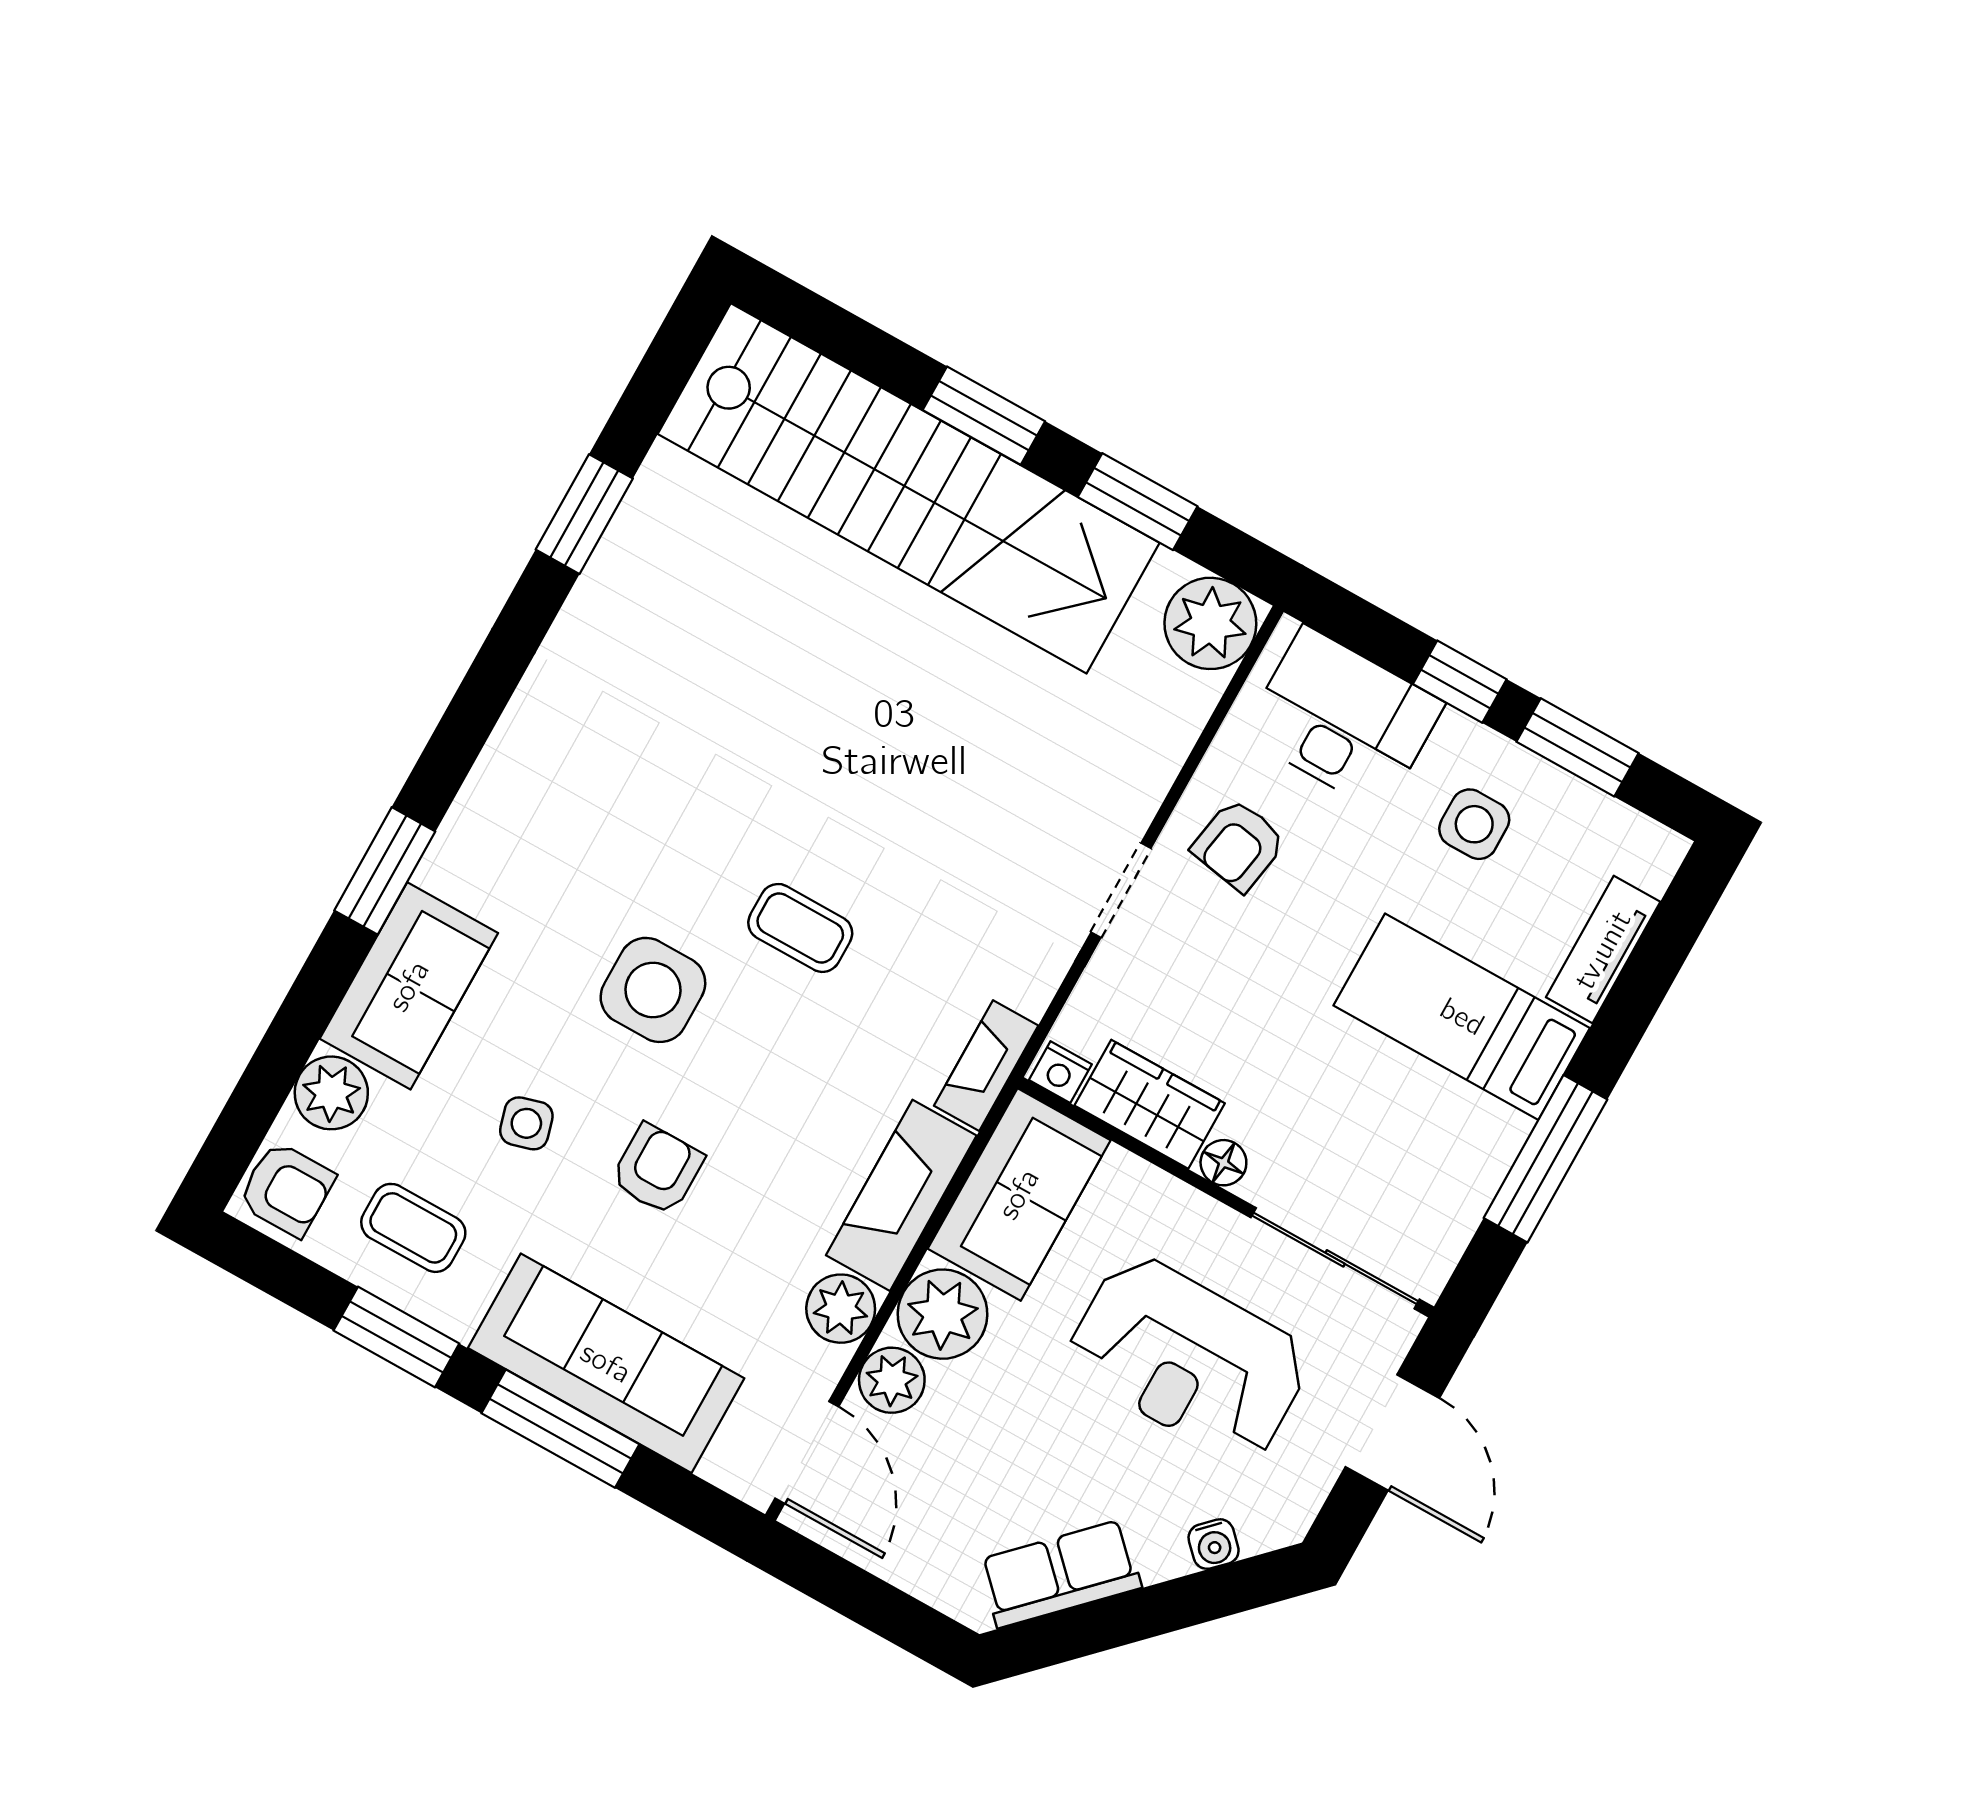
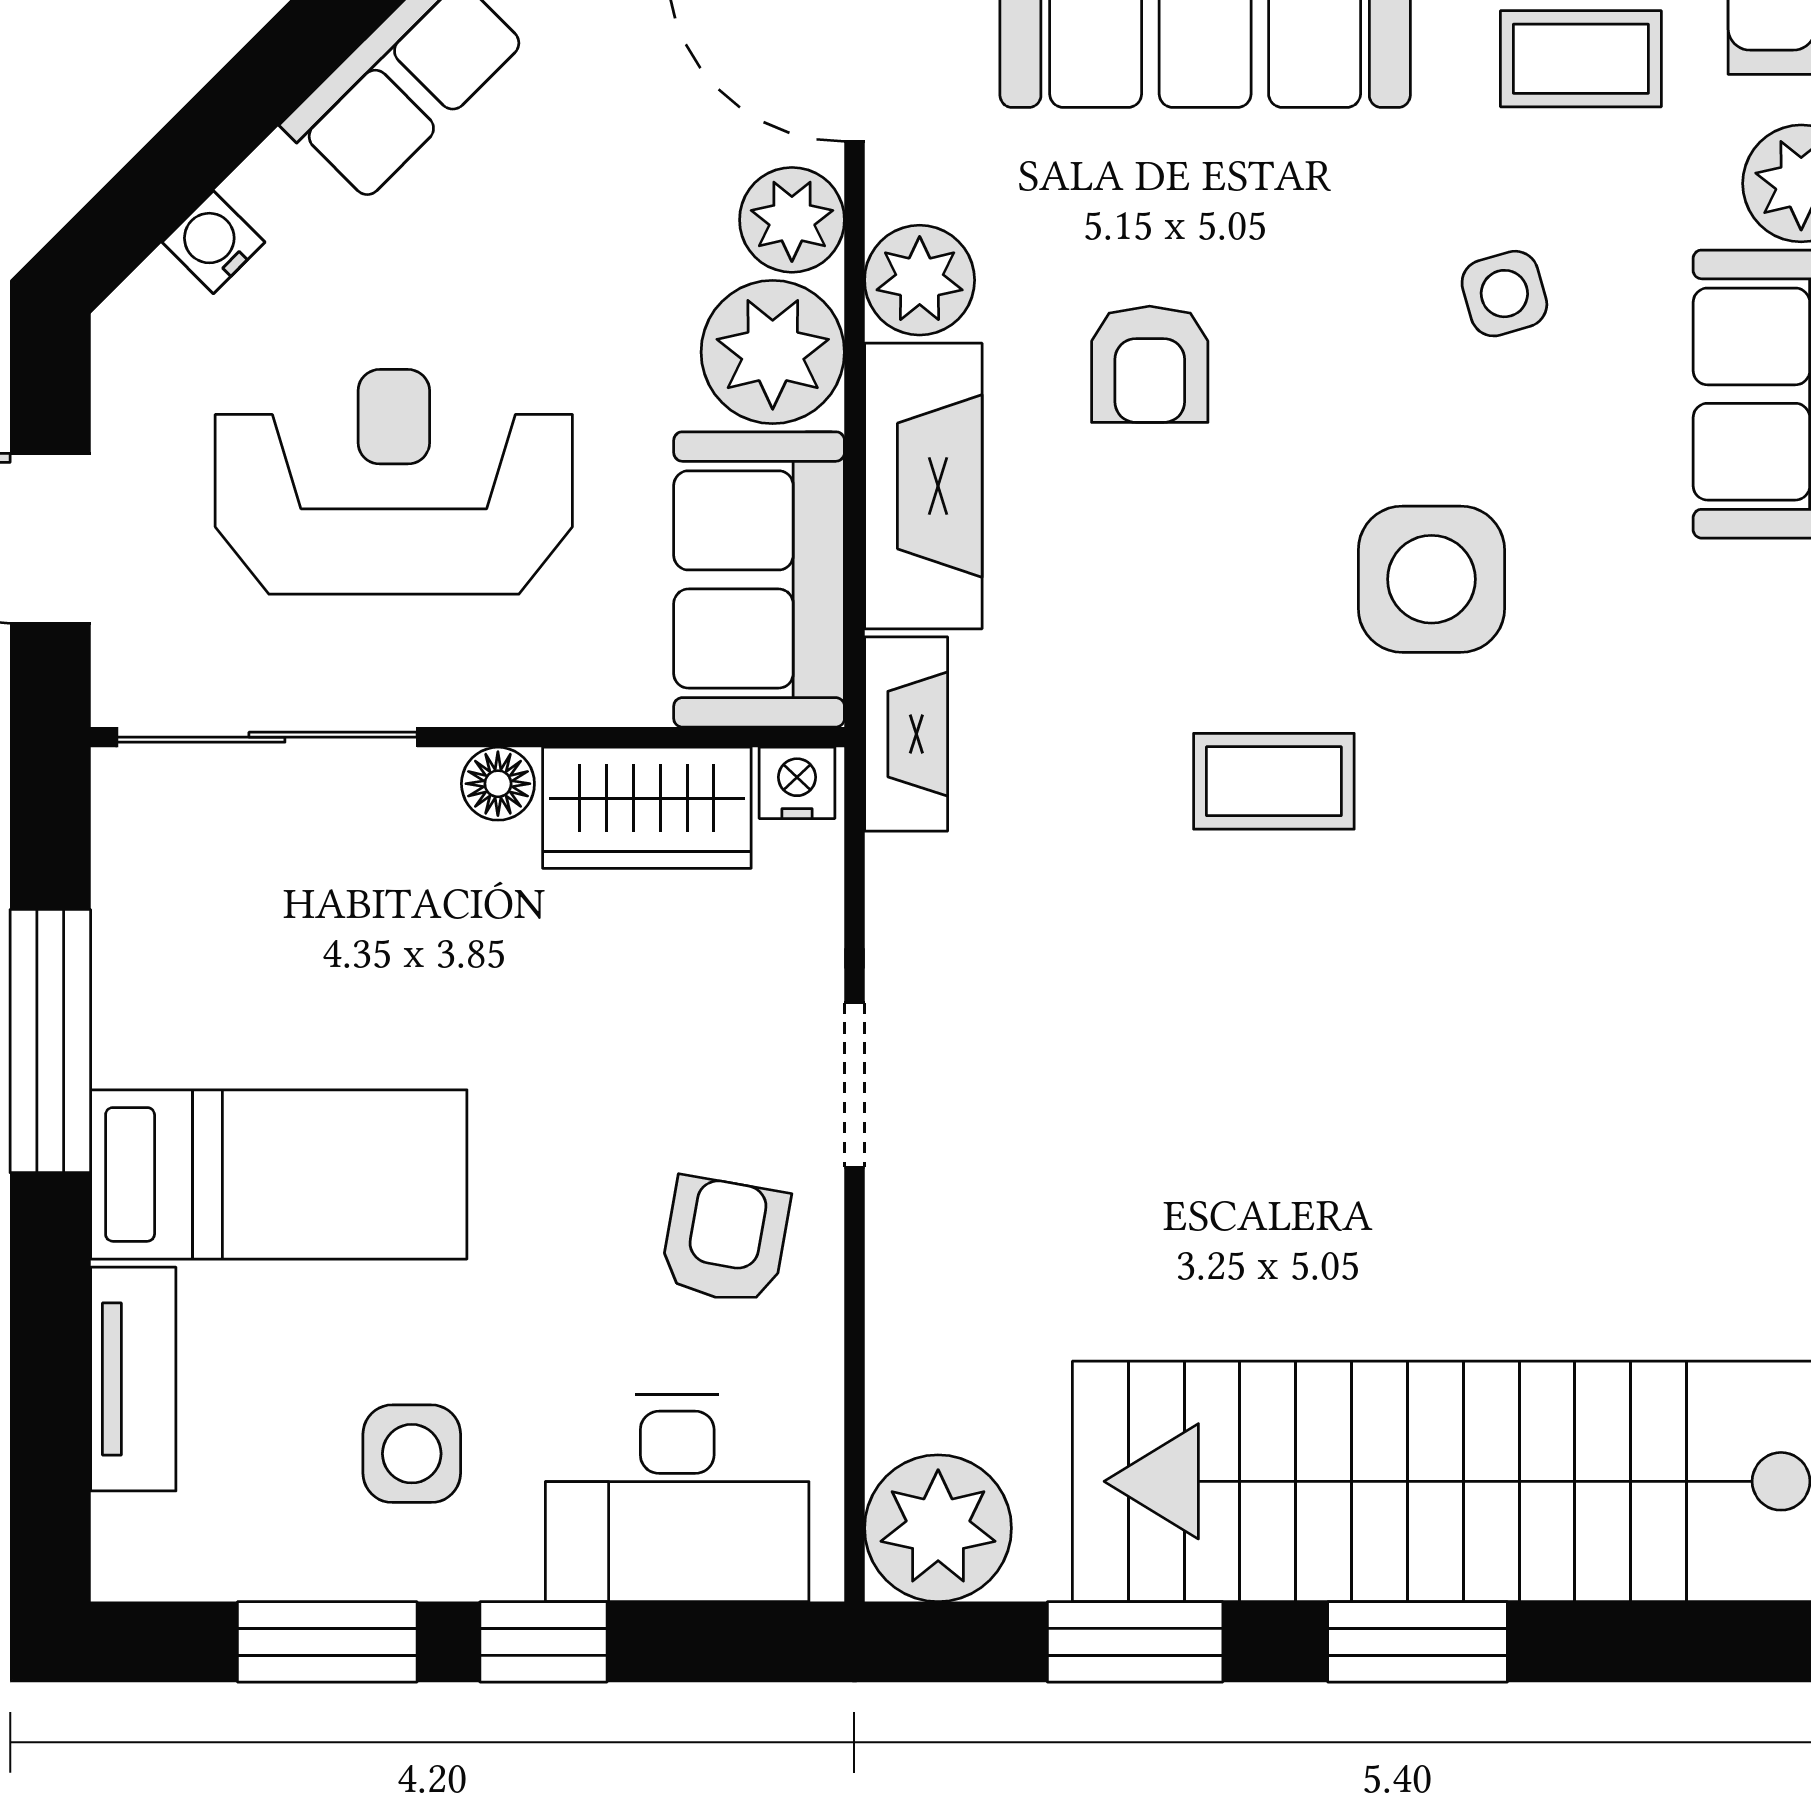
armchair: (657, 1169) -> (1150, 364), moved

